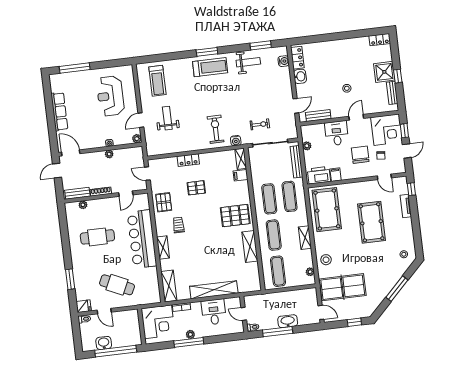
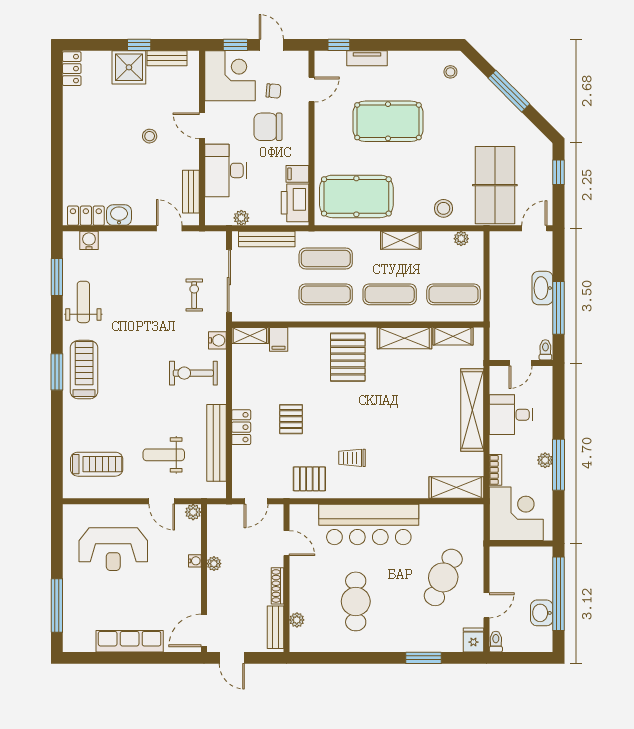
desk: (337, 133) -> (226, 170), width x1.37
bench: (178, 147) -> (216, 443), added
shelving: (163, 248) -> (453, 336), moved

